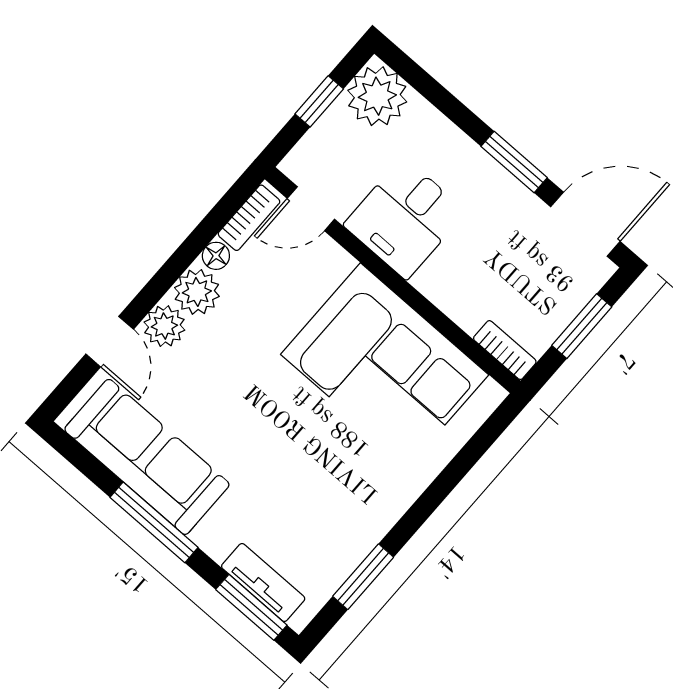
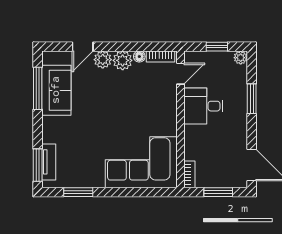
plant: (377, 96) -> (241, 58), width x0.53, depth x0.53
window: (514, 162) -> (252, 99), moved
door: (311, 209) -> (181, 74), swing flipped
corner sofa: (385, 365) -> (141, 162), moved, turned 90
sofa: (147, 457) -> (56, 90), width x0.73
window: (154, 522) -> (38, 88), moved

